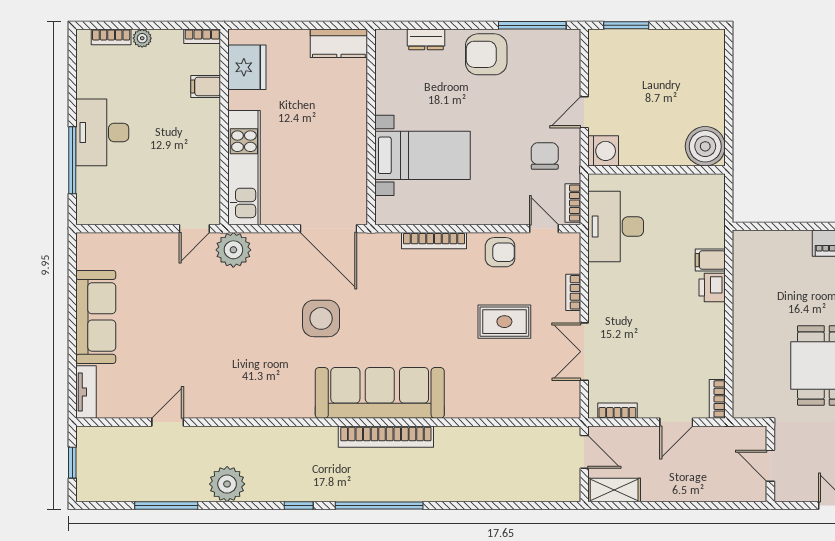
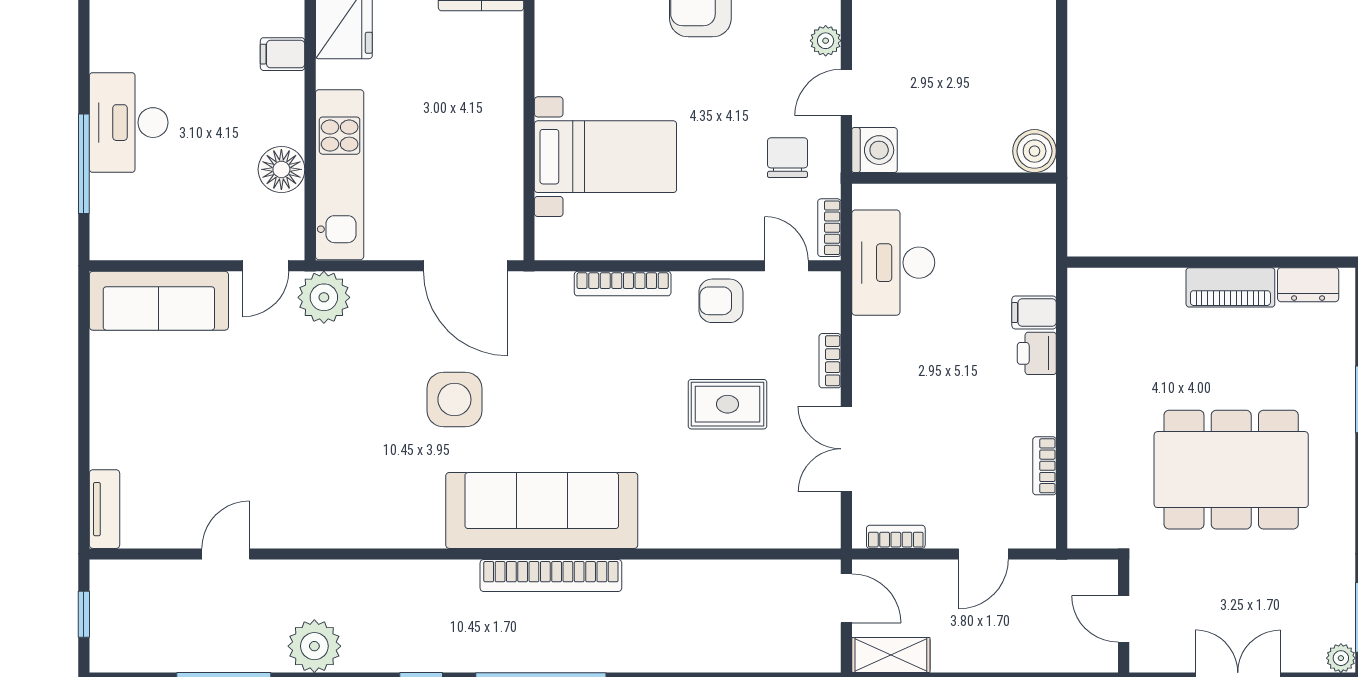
plant: (570, 78) -> (826, 41), added
boiler: (705, 146) -> (1035, 151), width x0.73, depth x0.73
floor lamp: (205, 164) -> (281, 169), added
armchair: (500, 252) -> (721, 301), turned 180
sofa: (96, 317) -> (159, 301), moved, turned 90
bookcase: (717, 399) -> (1045, 466), moved

